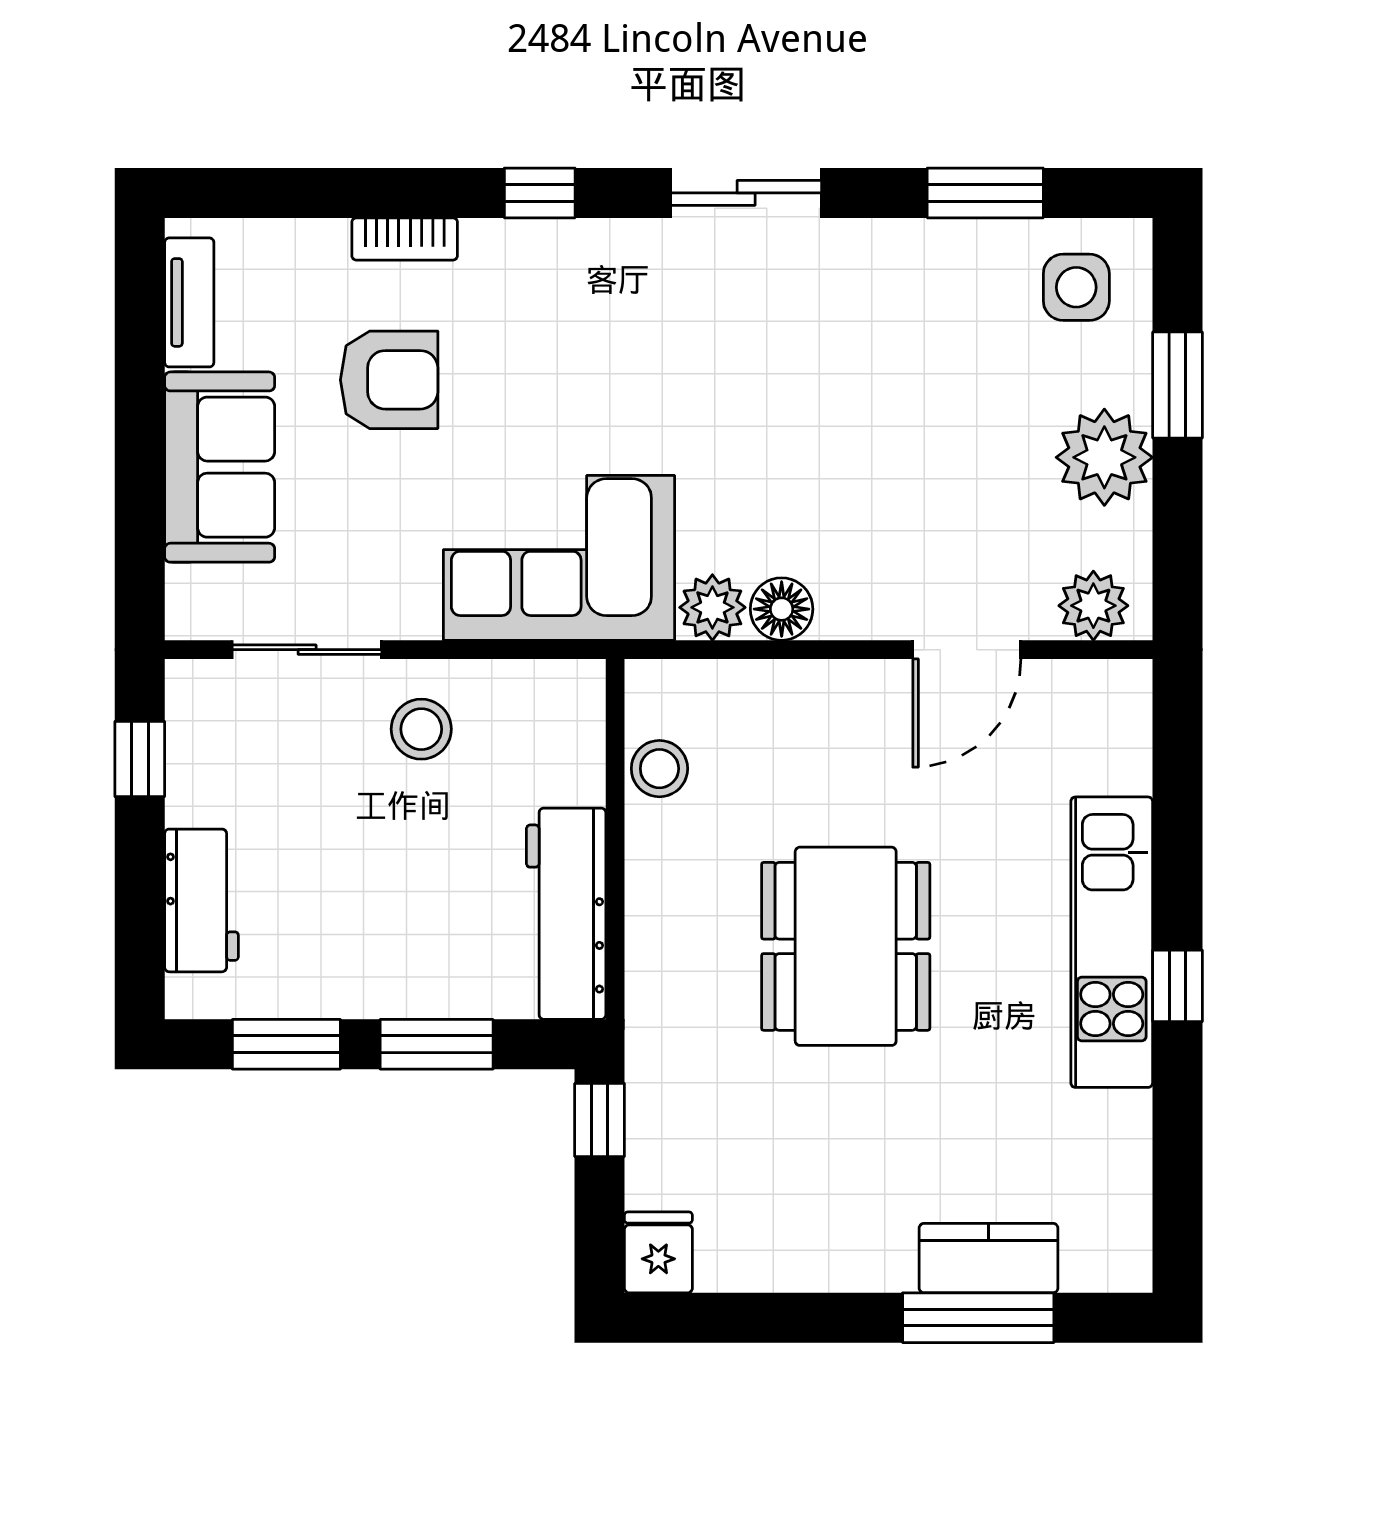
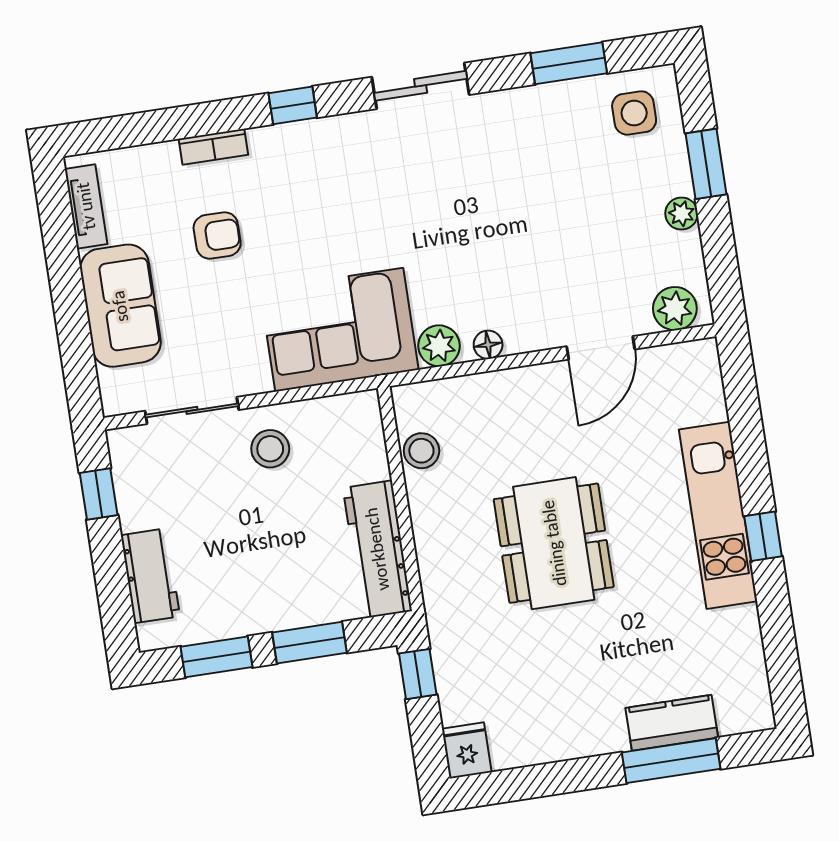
armchair: (389, 380) -> (217, 235), width x0.72, depth x0.72
plant: (1104, 457) -> (682, 214), width x0.53, depth x0.53
floor lamp: (782, 609) -> (488, 345), width x0.73, depth x0.73

